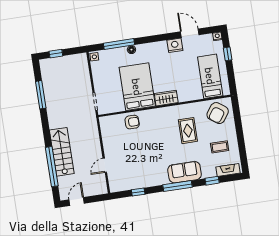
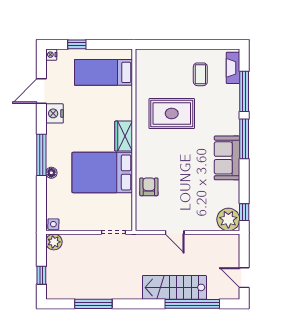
window: (119, 44) -> (41, 155), moved
plant: (81, 59) -> (54, 242), added
armchair: (218, 113) -> (154, 70), removed
rug: (188, 131) -> (172, 114), width x1.36, depth x1.43
door: (105, 165) -> (175, 232), moved
sofa: (185, 172) -> (227, 158), moved
window: (212, 181) -> (244, 91), width x2.17
plant: (117, 183) -> (228, 219), added
window: (138, 192) -> (244, 212), moved

